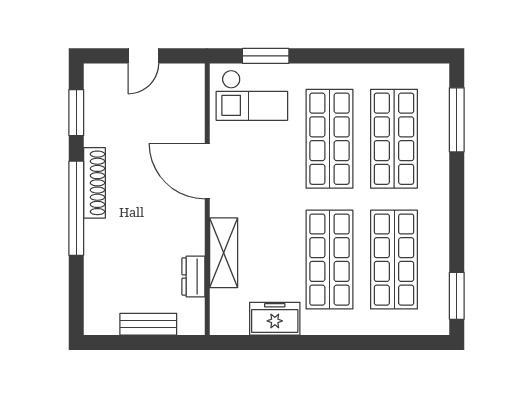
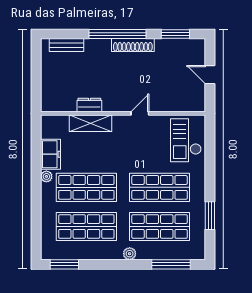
window: (266, 56) -> (210, 216), moved
door: (207, 171) -> (140, 113), width x0.53
plant: (439, 188) -> (130, 254), added
dresser: (193, 276) -> (89, 105), moved
bench: (148, 324) -> (66, 45), moved, turned 90
plant: (311, 325) -> (46, 176), added

